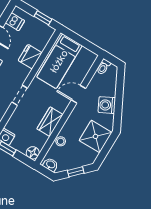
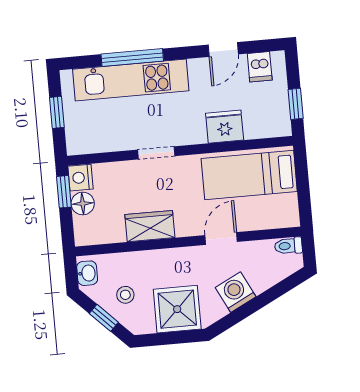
door: (78, 94) -> (221, 239), hinge flipped
stool: (61, 141) -> (125, 295), moved
floor lamp: (33, 153) -> (83, 204), moved

